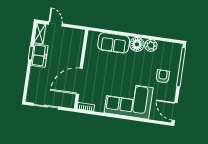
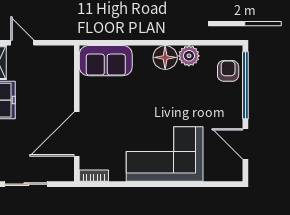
sofa: (114, 43) -> (106, 61), moved
armchair: (163, 76) -> (228, 71), moved
door: (175, 112) -> (245, 144), moved

